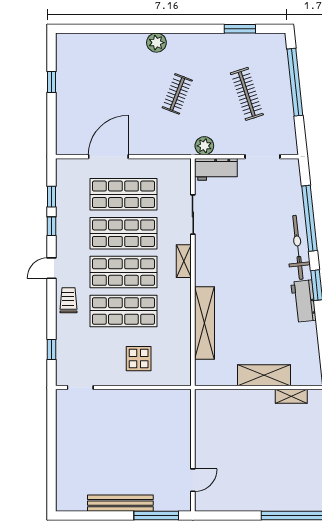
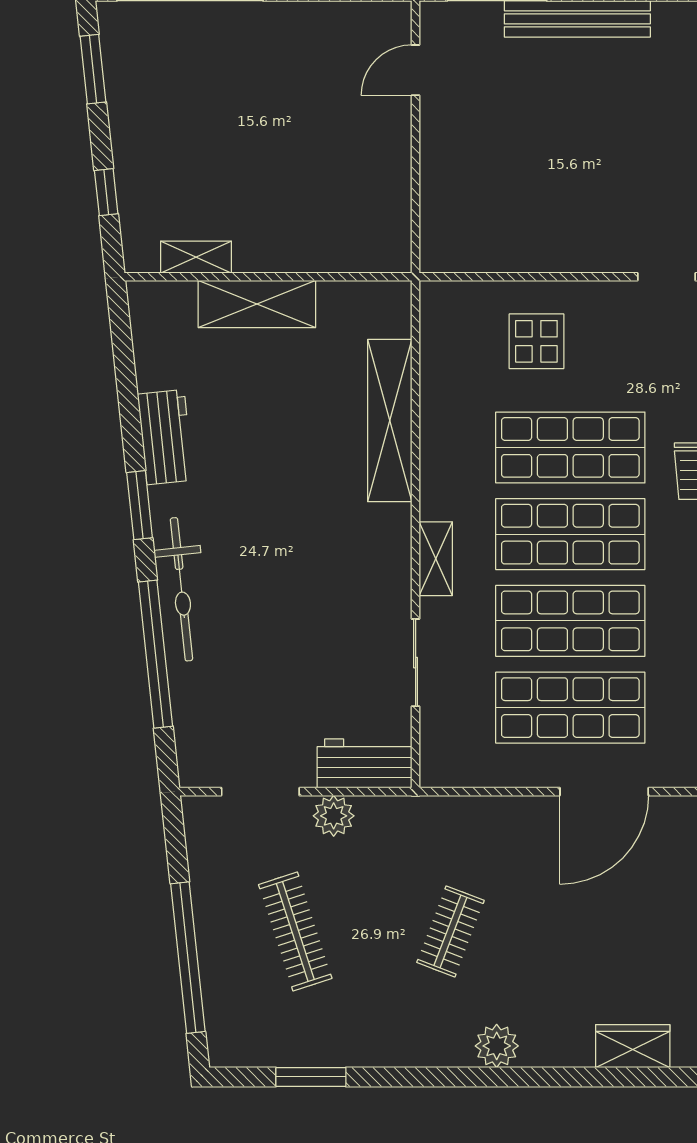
wardrobe: (96, 43) -> (633, 1046), added
plant: (204, 146) -> (334, 816), moved
workbench: (303, 301) -> (165, 437), moved

